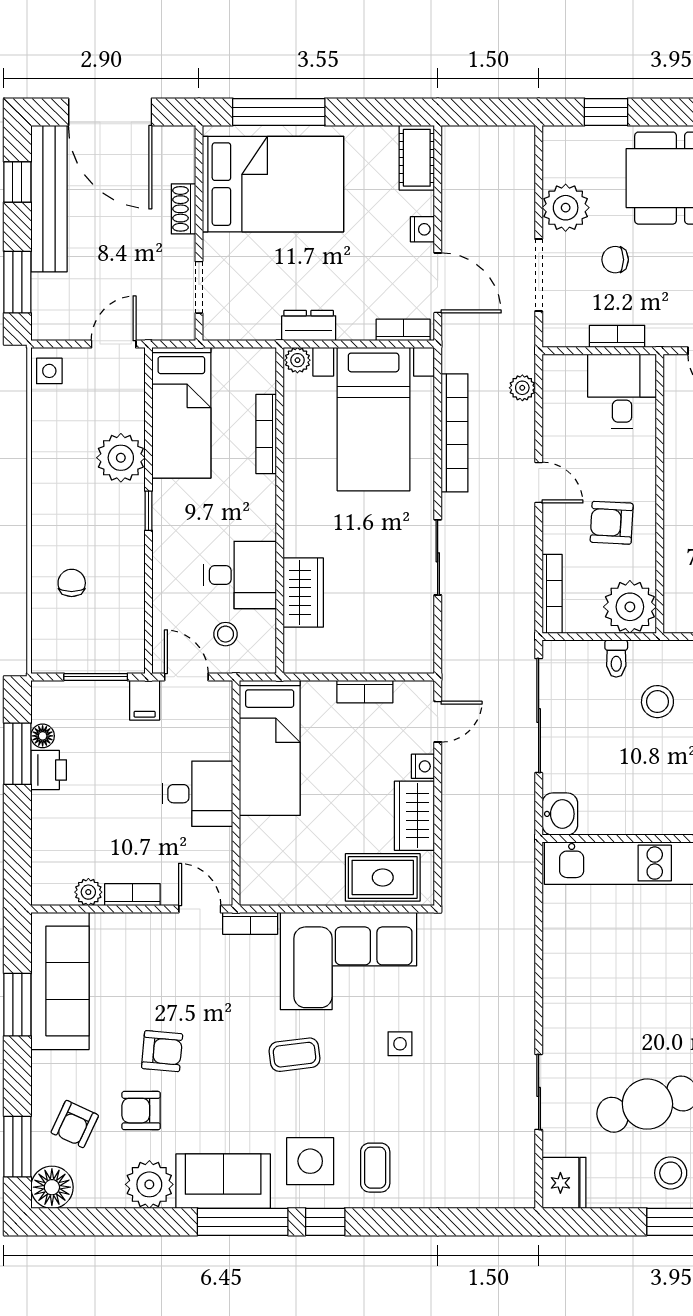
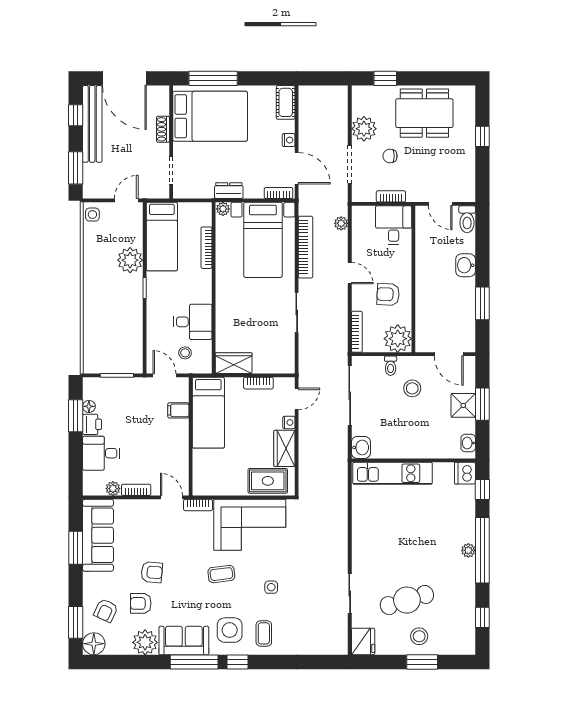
chair: (72, 583) -> (104, 326), removed
wardrobe: (303, 592) -> (234, 363), moved, turned -90
filing cabinet: (145, 700) -> (178, 410), moved, turned 90
desk: (197, 794) -> (101, 453), moved, turned 180
side table: (400, 1044) -> (271, 587), moved

